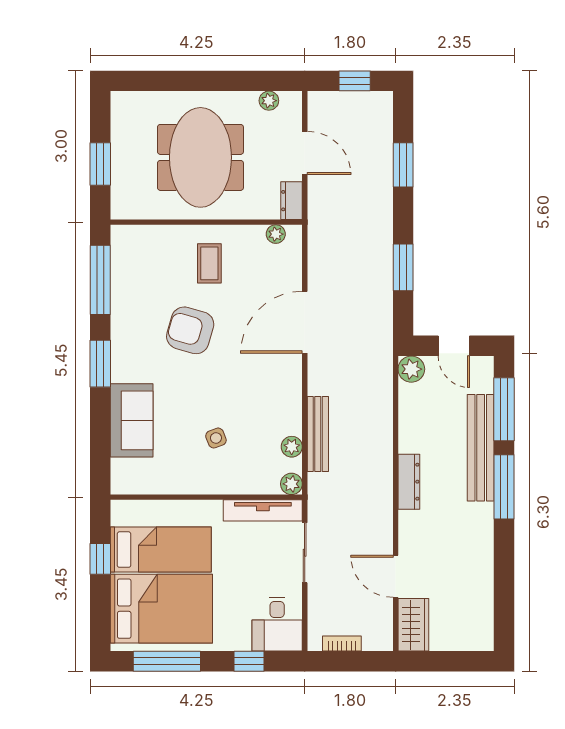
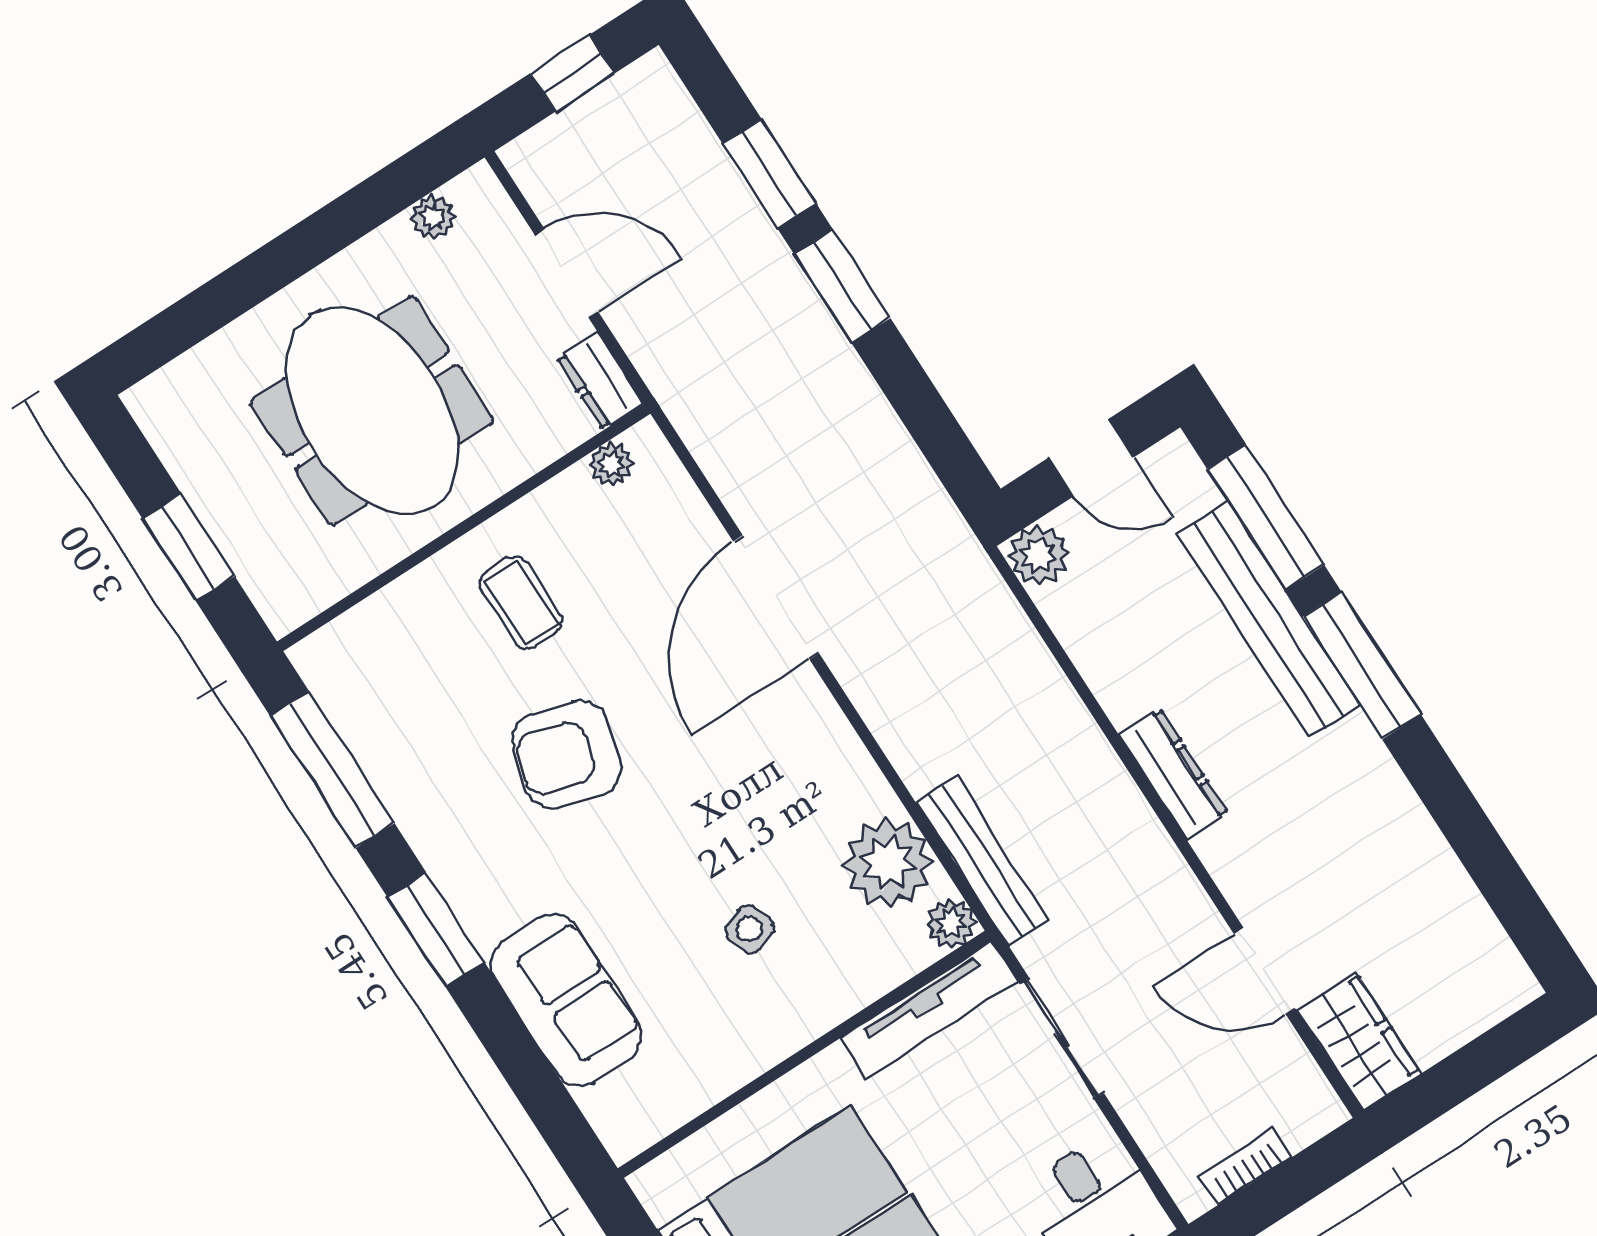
window: (403, 267) -> (842, 286), moved
bench: (318, 434) -> (982, 861), moved
plant: (292, 447) -> (888, 863), width x1.87, depth x1.87

